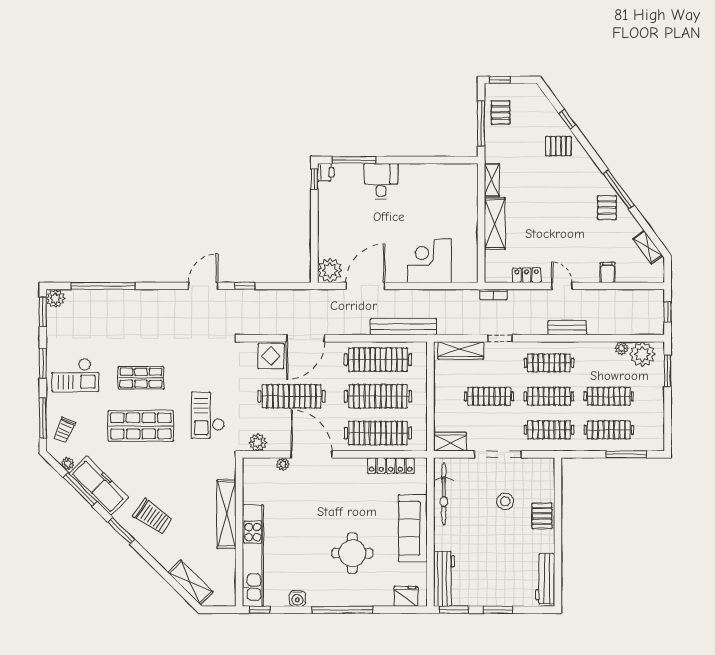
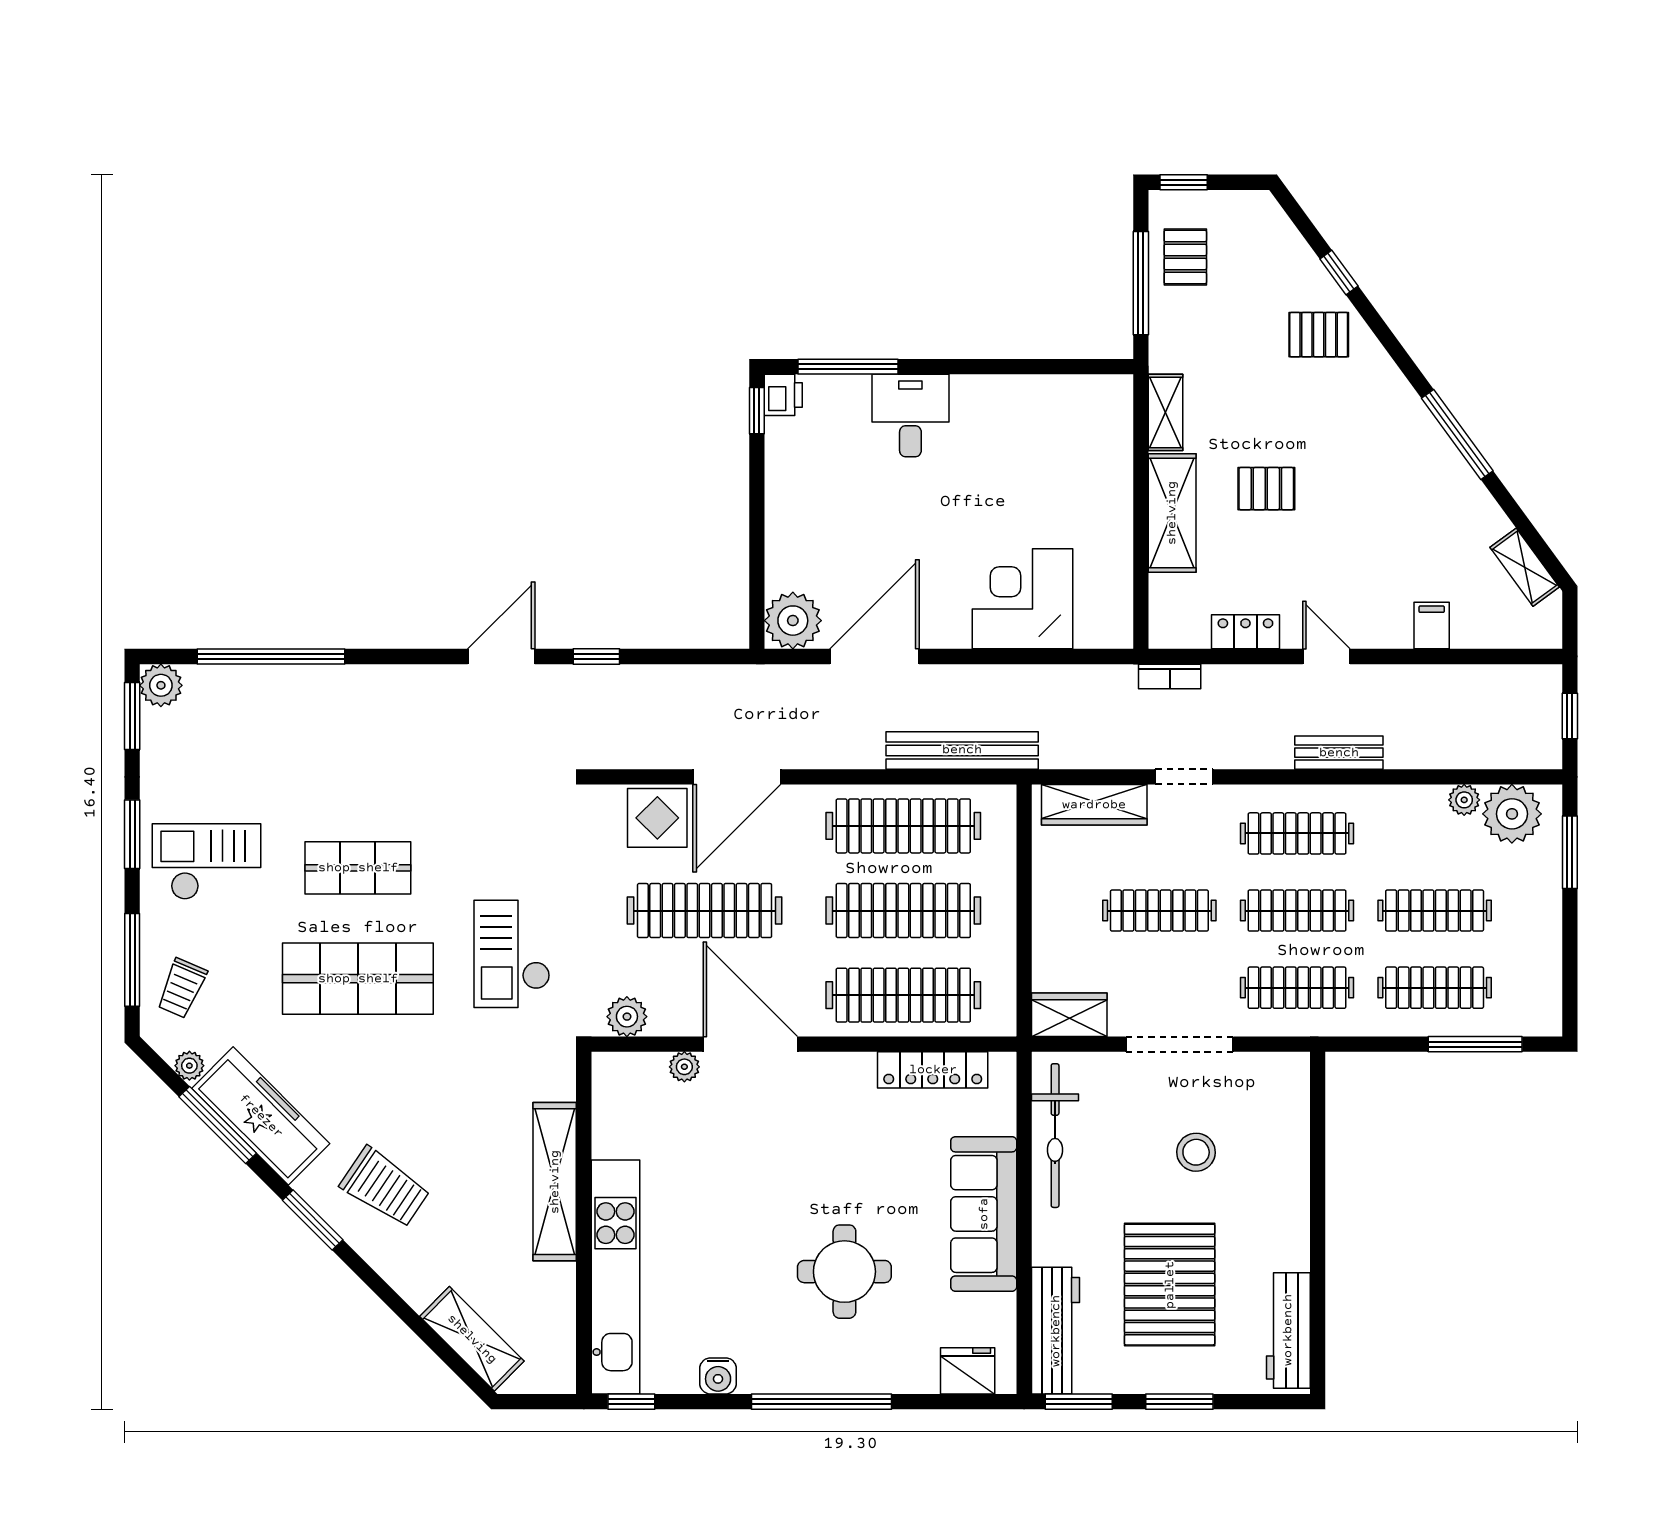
pallet: (607, 208) -> (1266, 489), moved, turned 90
checkout: (75, 375) -> (207, 862), turned 180
pallet: (542, 516) -> (1170, 1285), moved, width x2.05, depth x2.00

